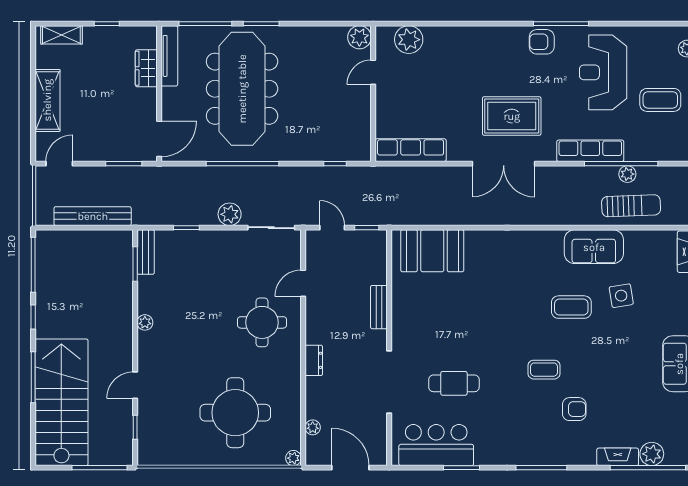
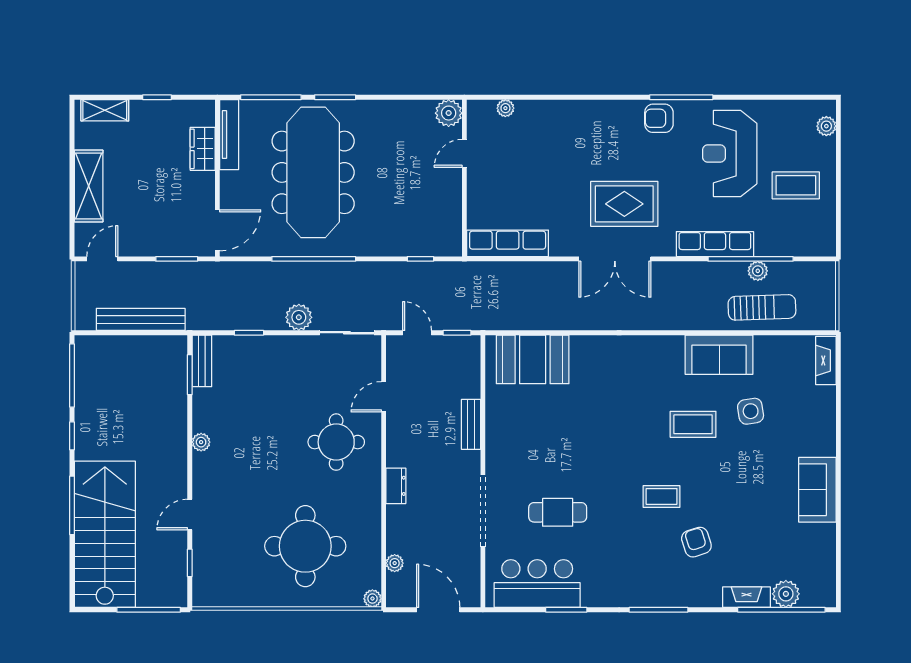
plant: (409, 40) -> (505, 108), width x0.53, depth x0.53
armchair: (574, 409) -> (696, 542), turned -108

